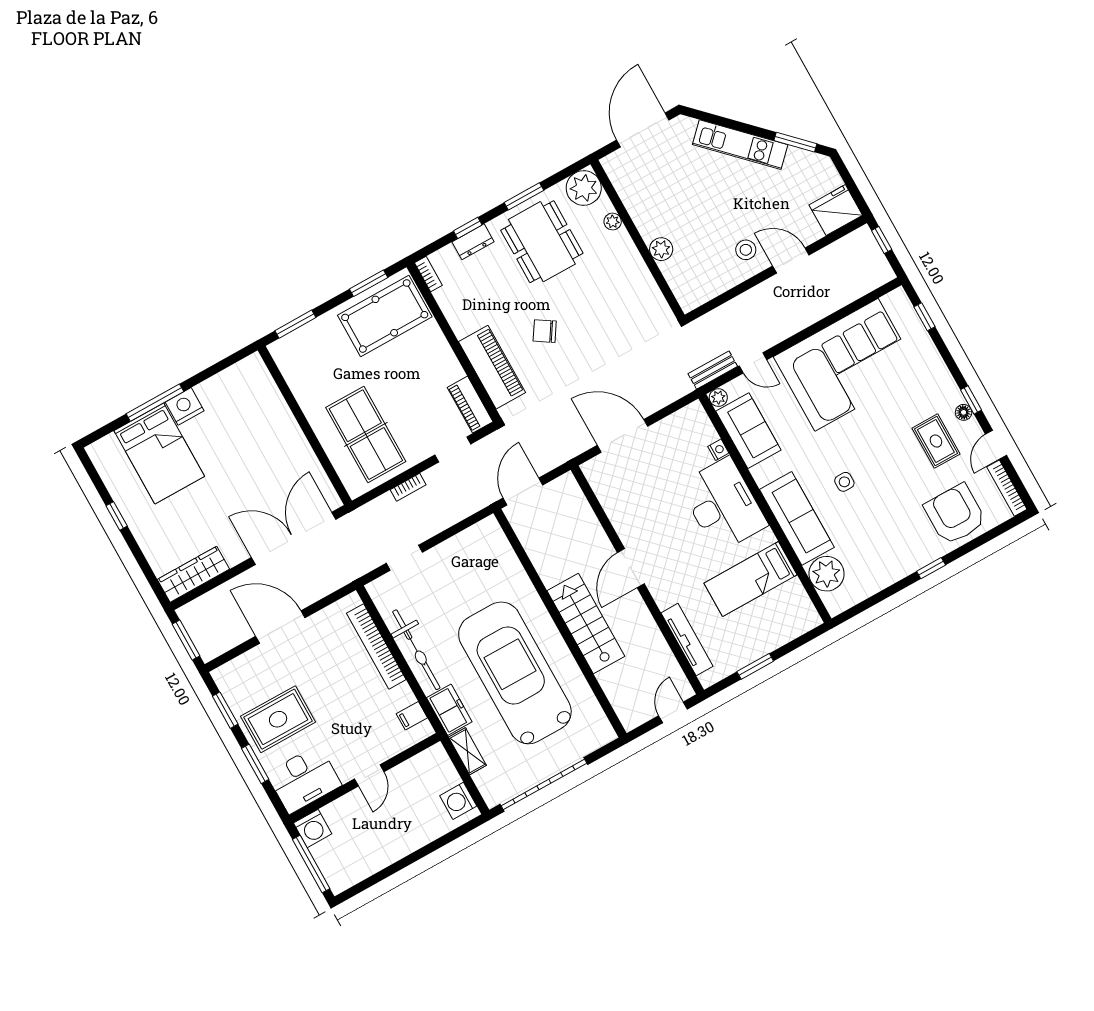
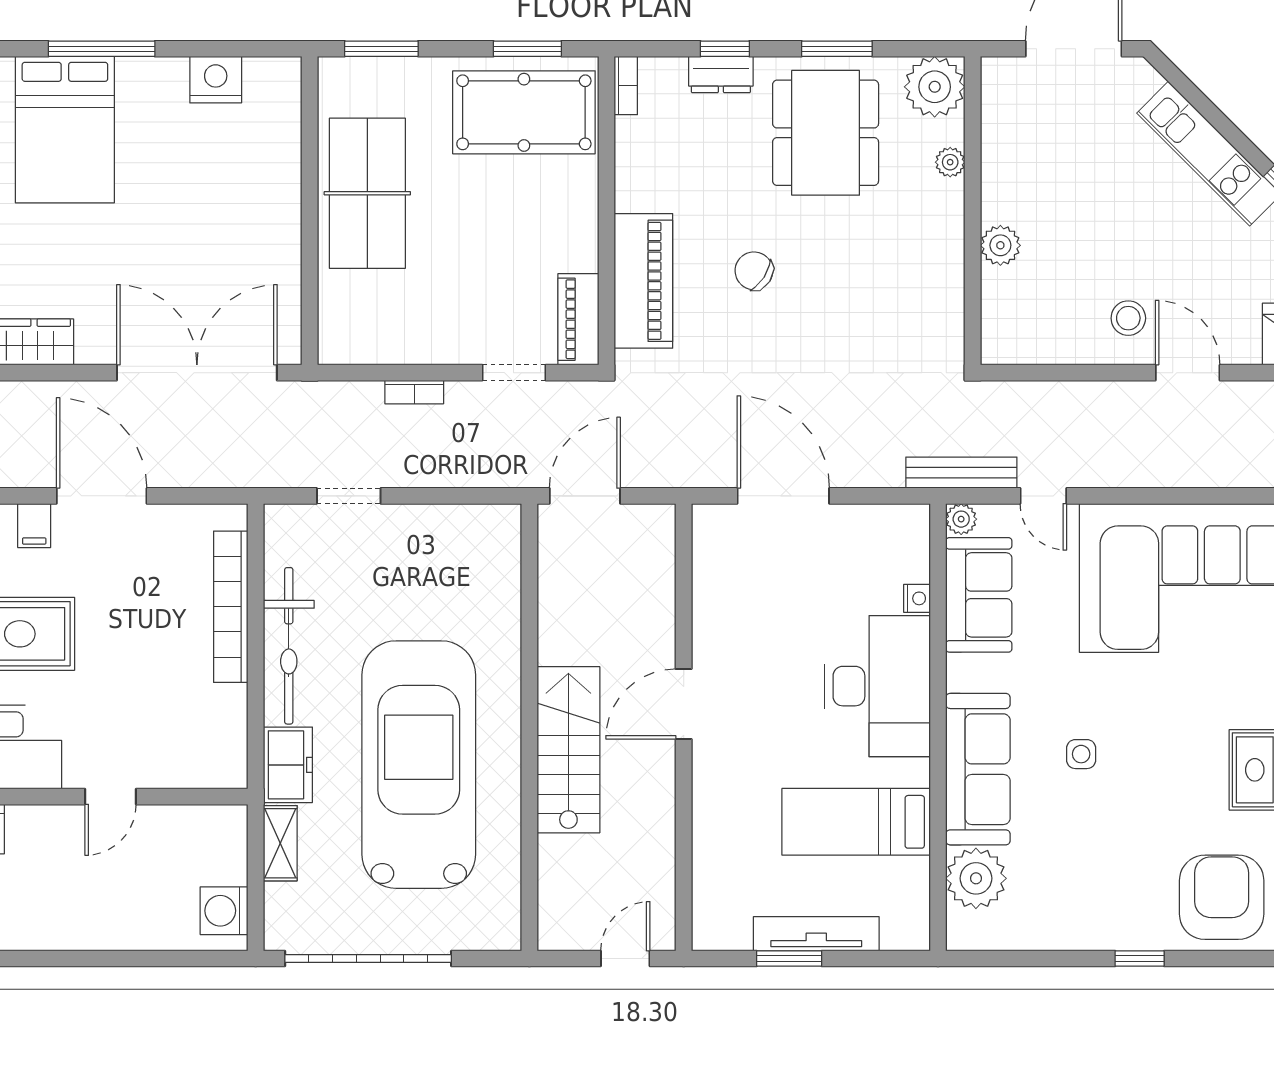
bench: (713, 370) -> (961, 473), width x1.36
nightstand: (185, 406) -> (216, 80), moved
table tennis table: (366, 435) -> (367, 193), moved
tv unit: (687, 640) -> (816, 934), moved, turned -90
filing cabinet: (412, 716) -> (34, 526), moved, turned -90

